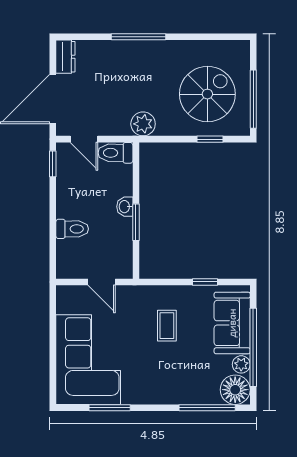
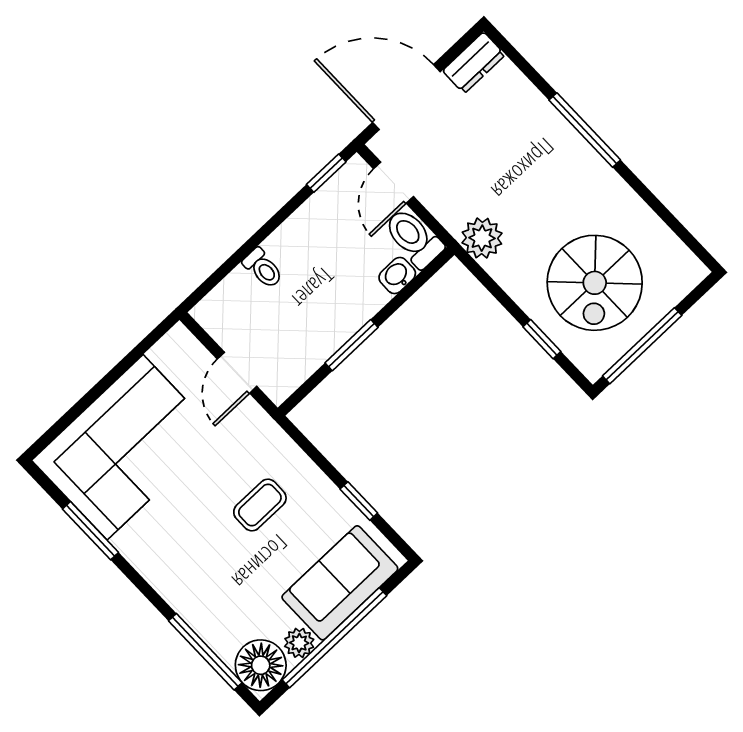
spiral stairs: (207, 94) -> (595, 283), turned 90
washbasin: (125, 207) -> (397, 276), moved
toilet: (72, 229) -> (263, 268), width x0.73, depth x0.72

